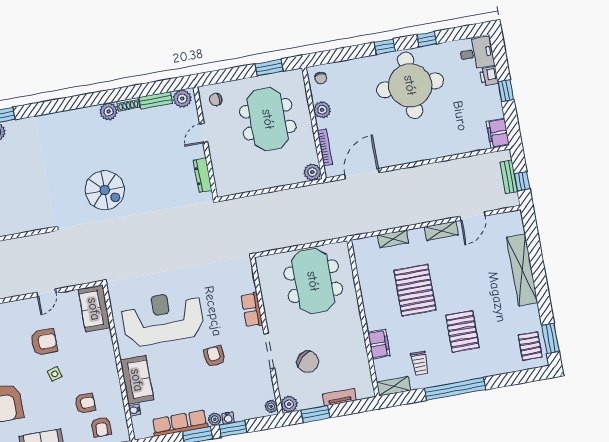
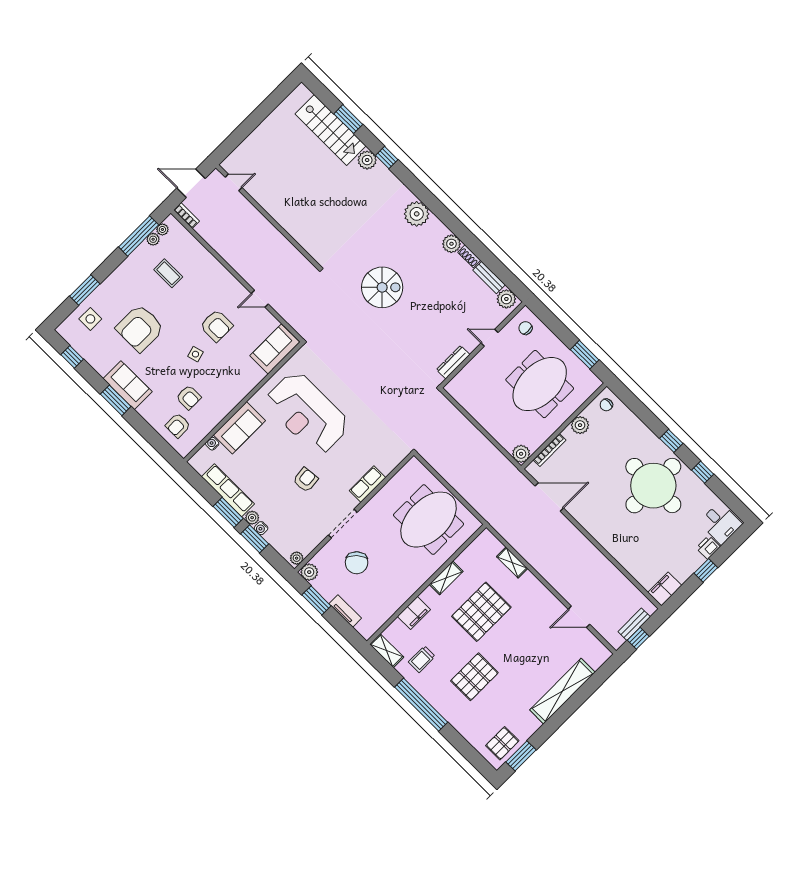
plant: (66, 122) -> (417, 214), added
spiral stairs: (105, 190) -> (382, 287), turned -90
shelving: (441, 231) -> (446, 578), moved, turned 90
reception desk: (163, 318) -> (307, 413), turned 180

